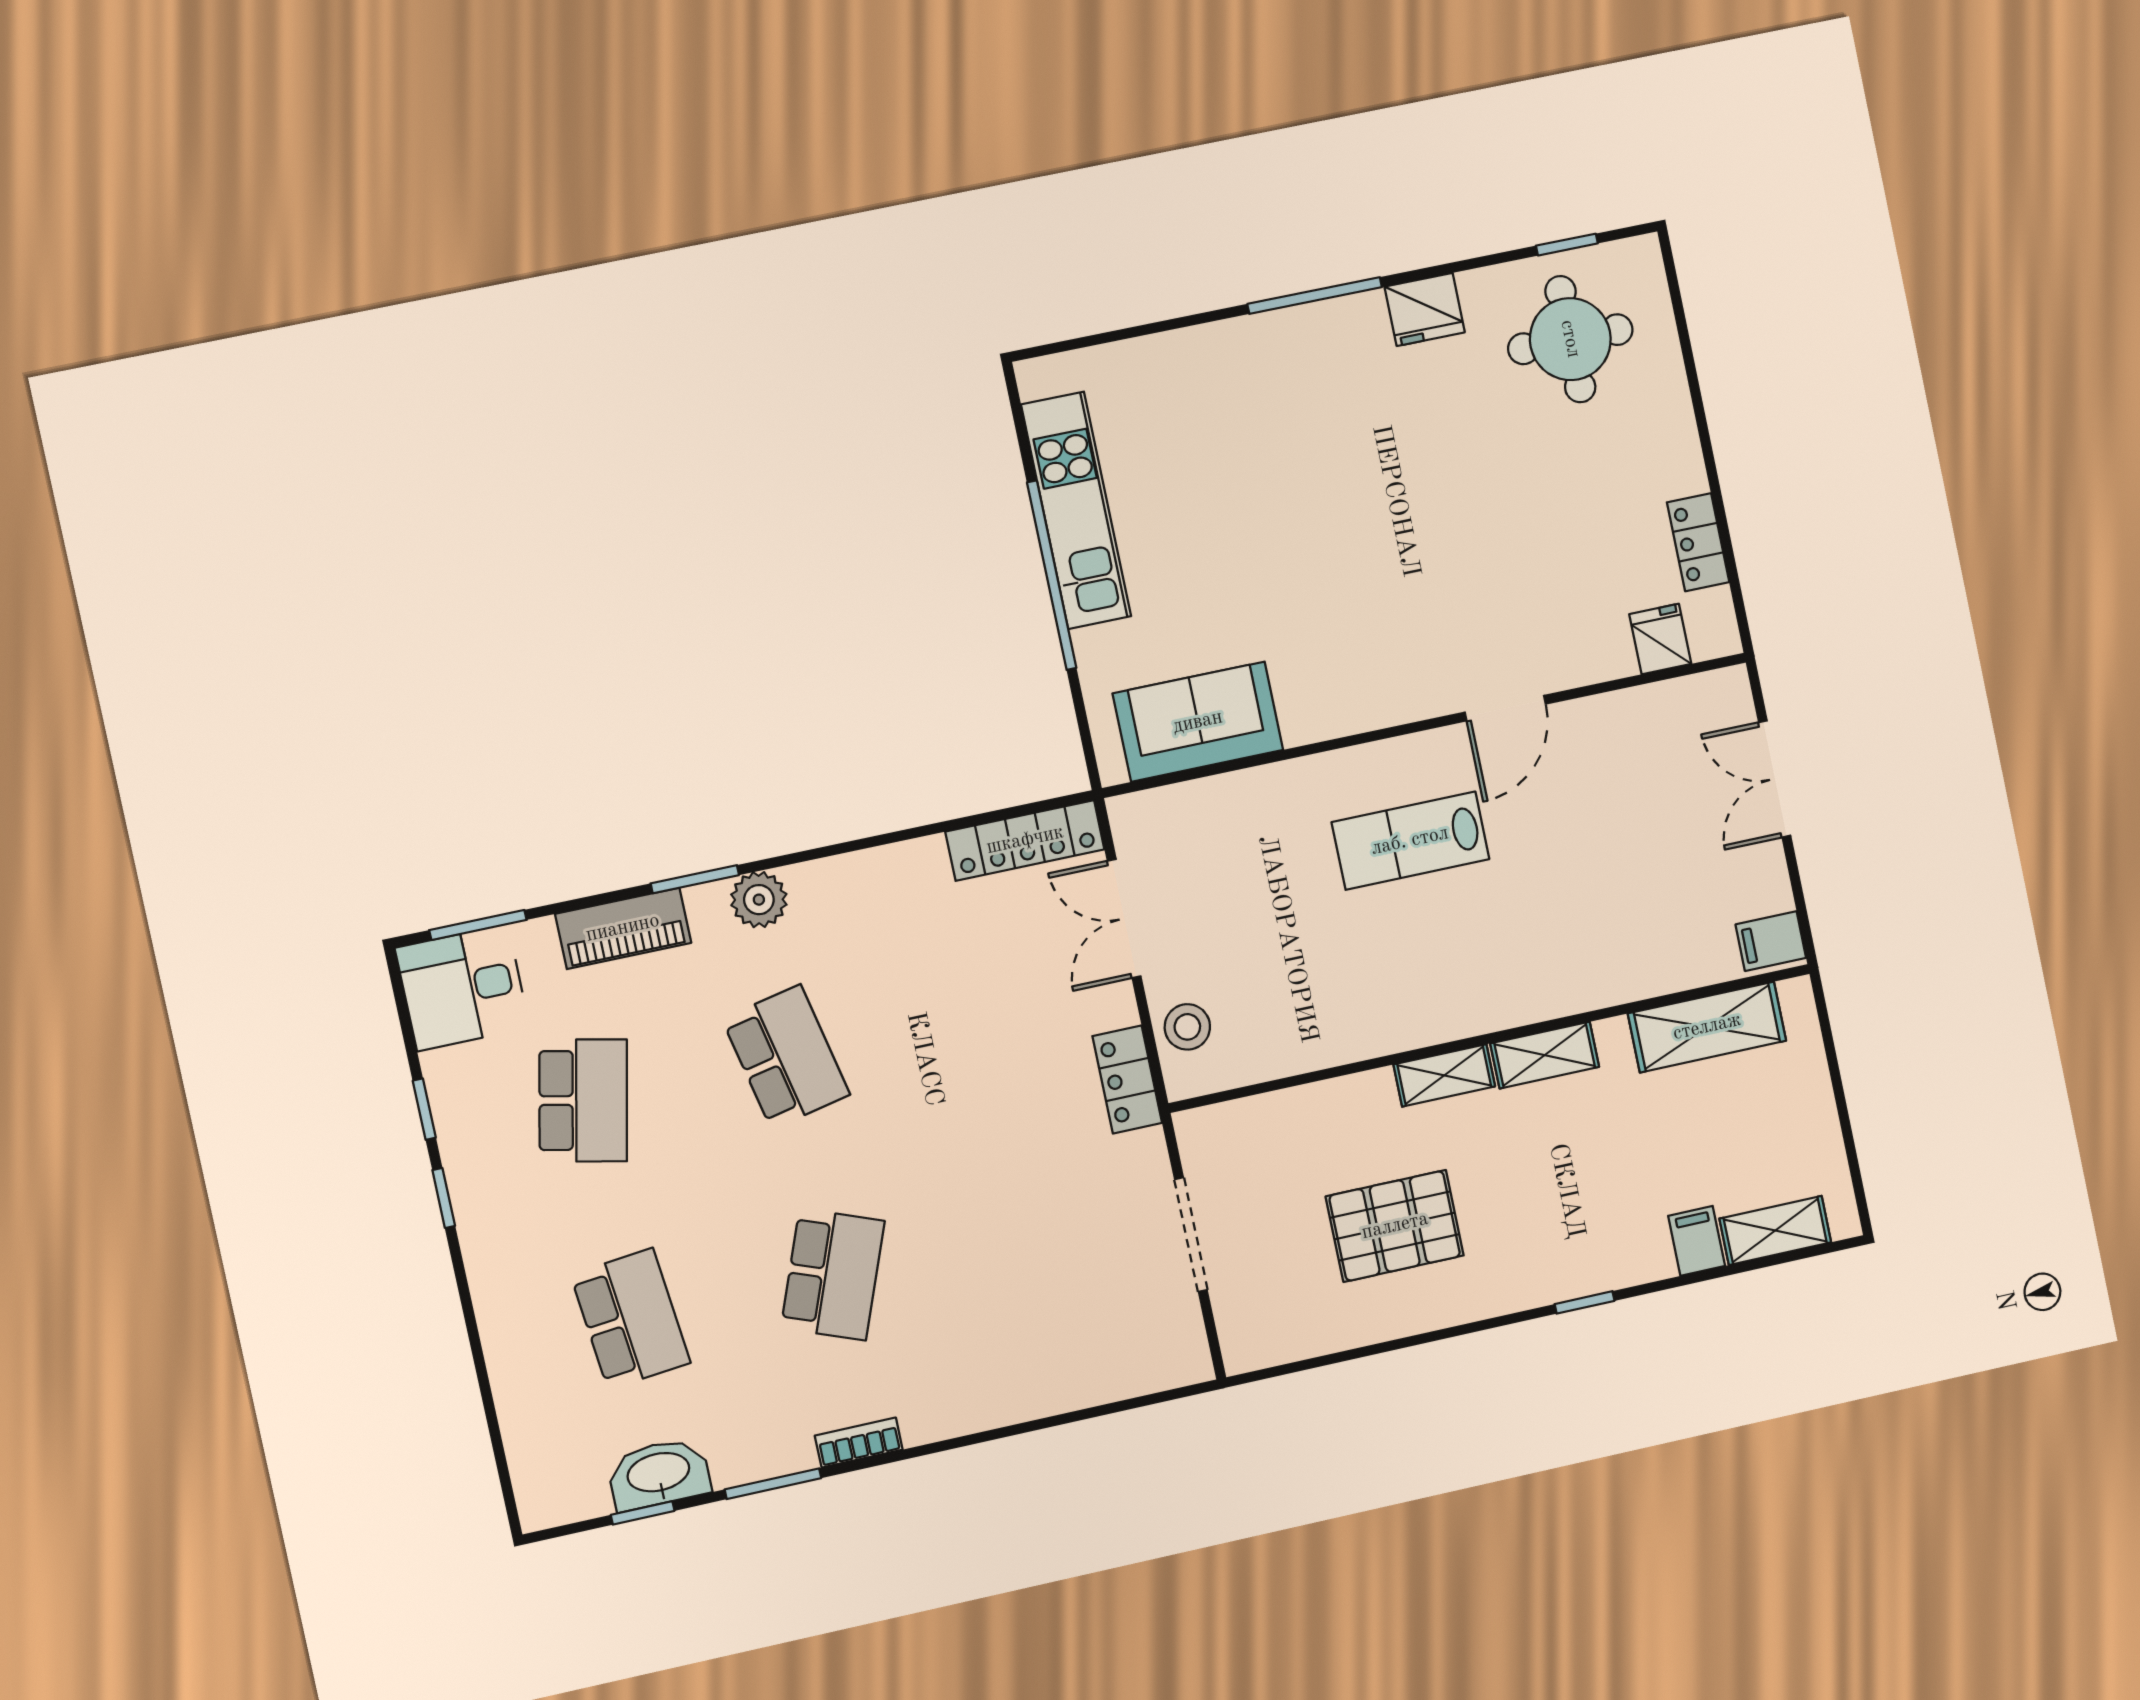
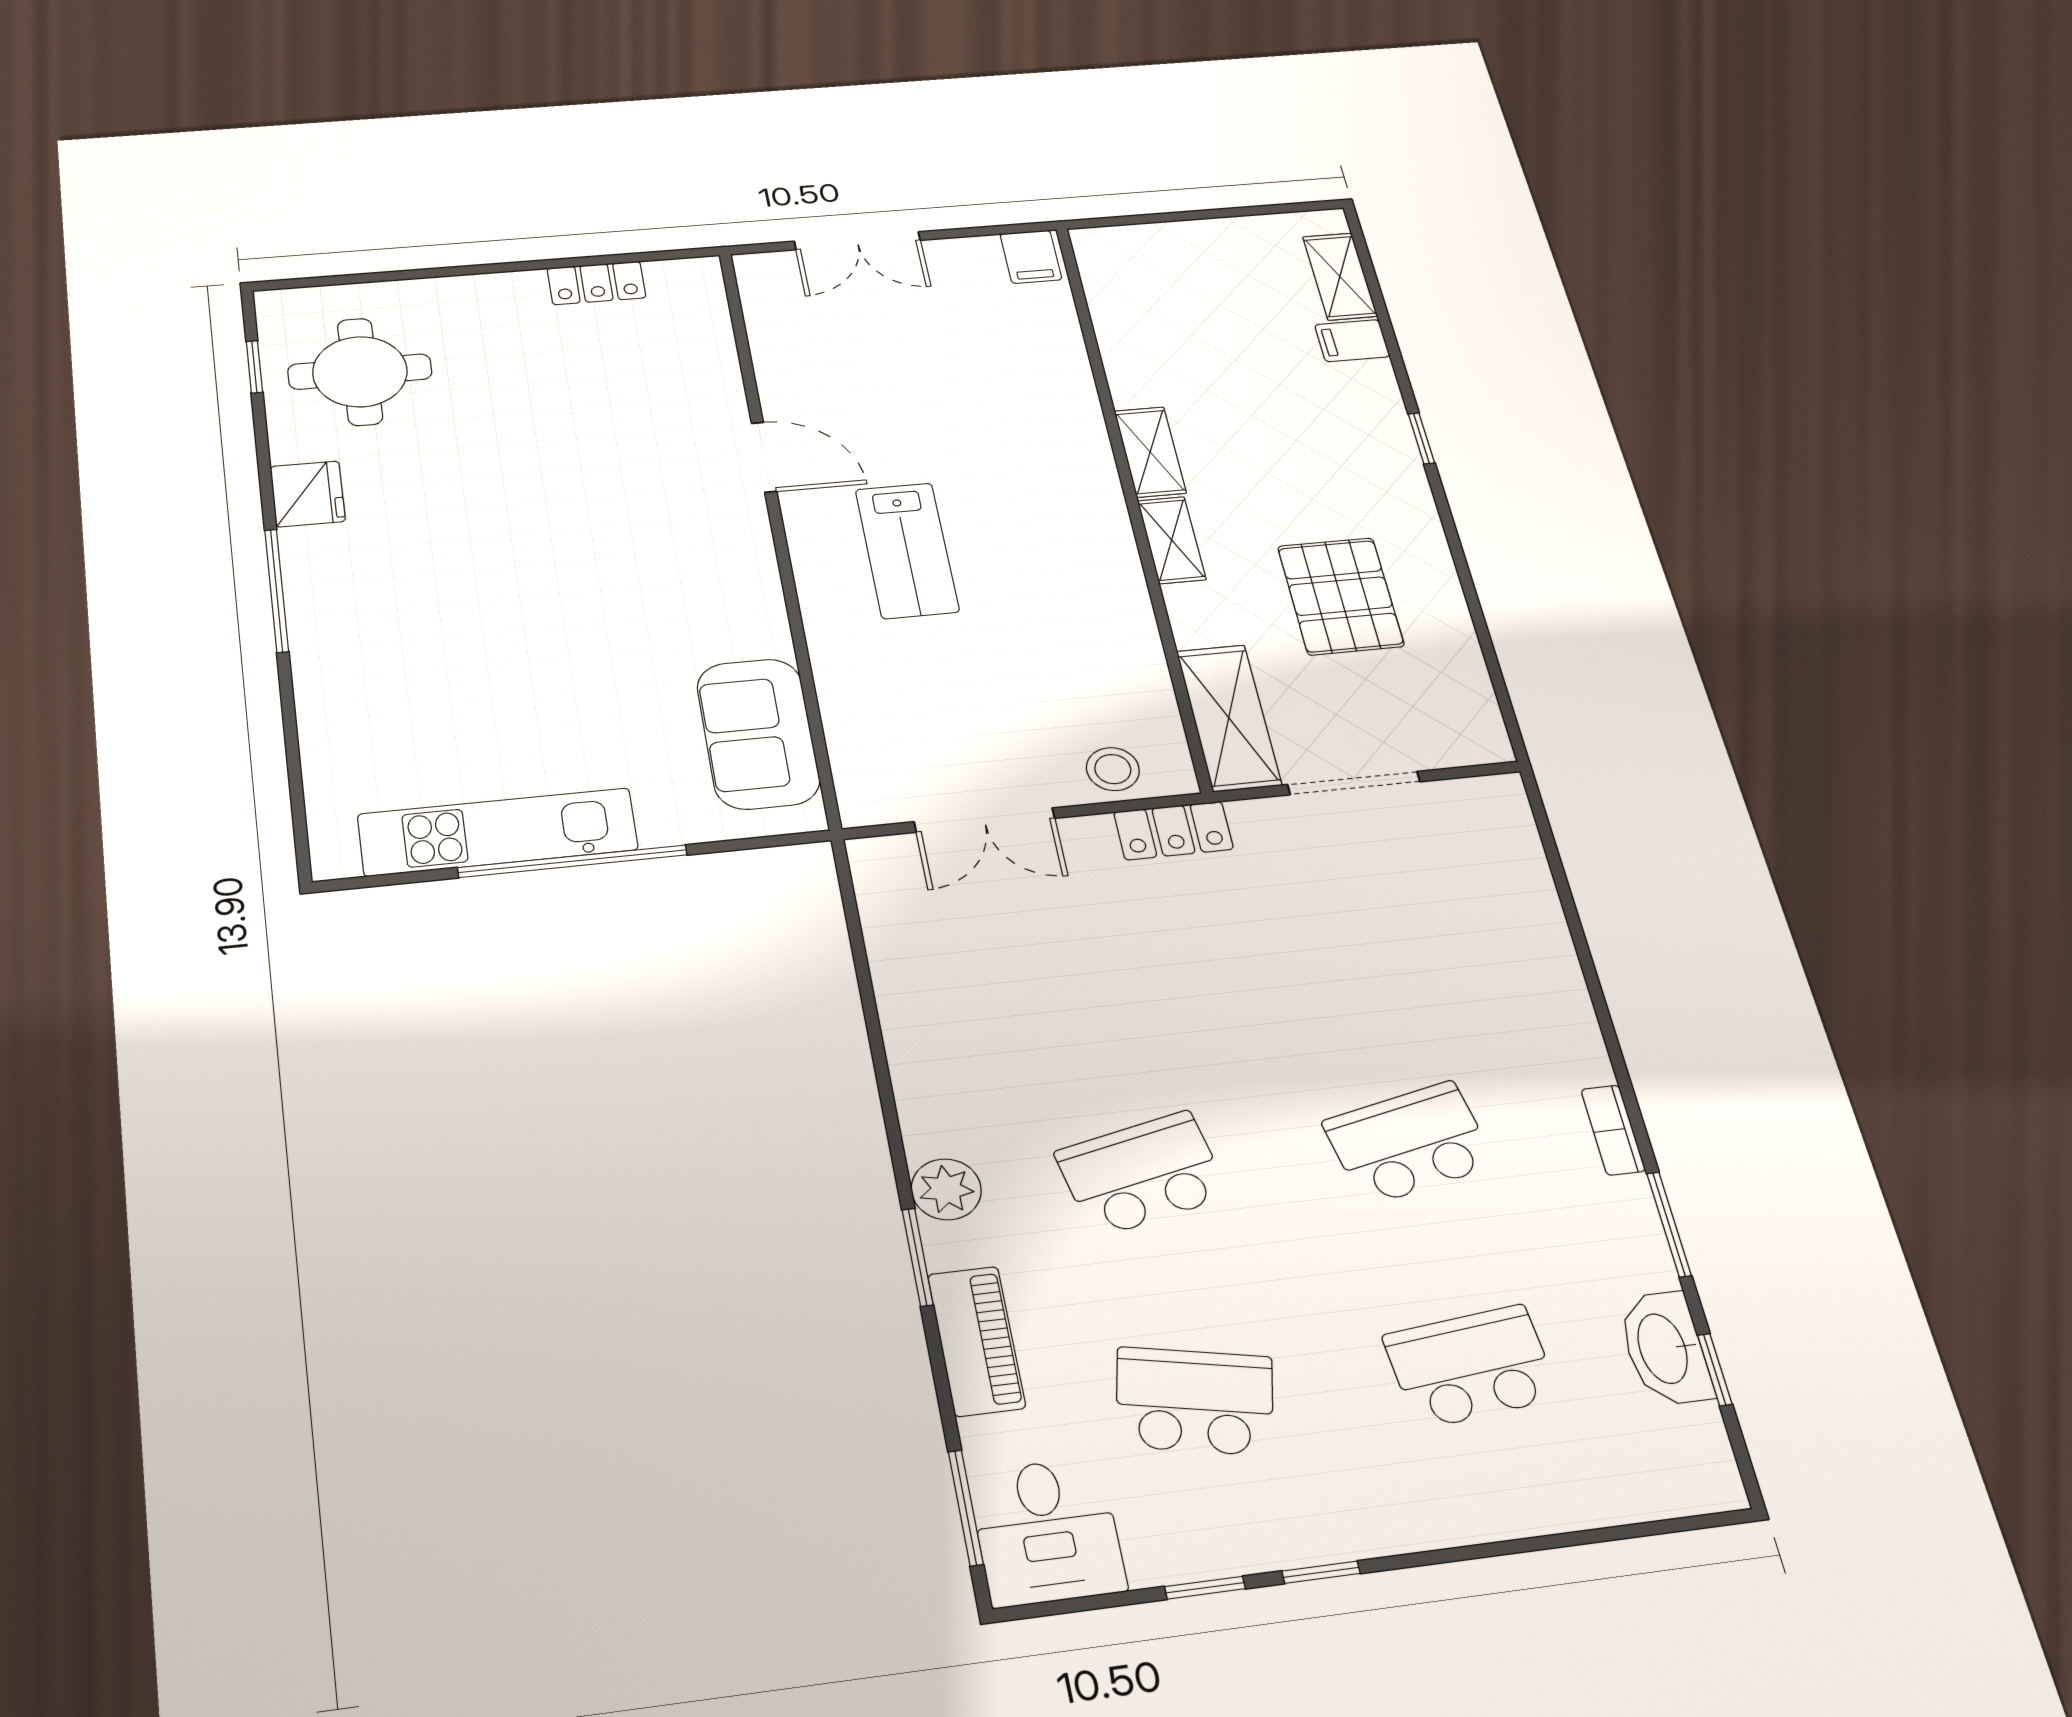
fridge: (1660, 639) -> (699, 322), removed
locker: (1025, 840) -> (887, 910), removed
shelving: (1707, 1027) -> (1229, 718), moved
school desk: (833, 1274) -> (1409, 1143), turned -33

